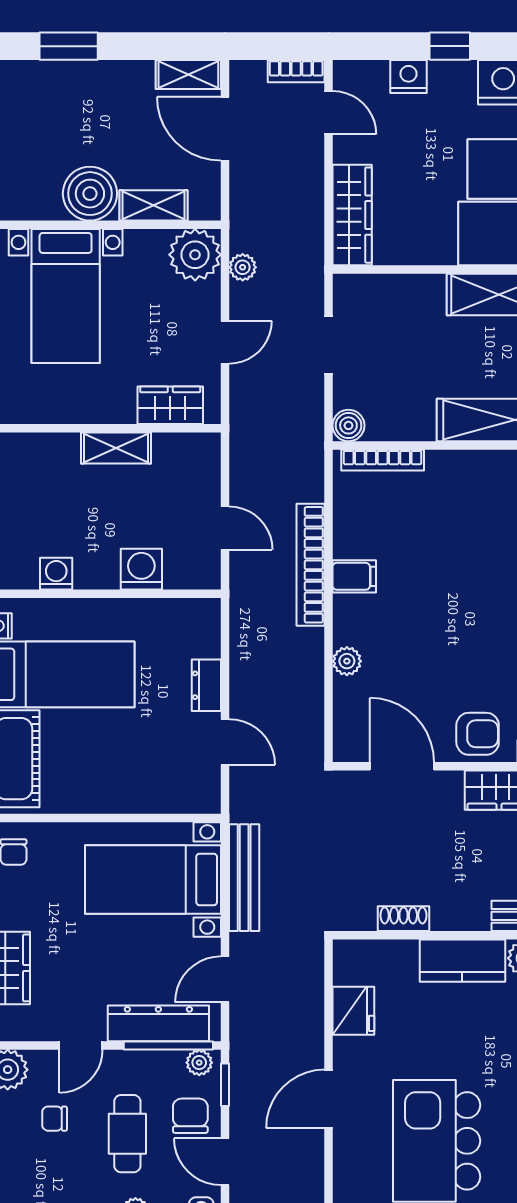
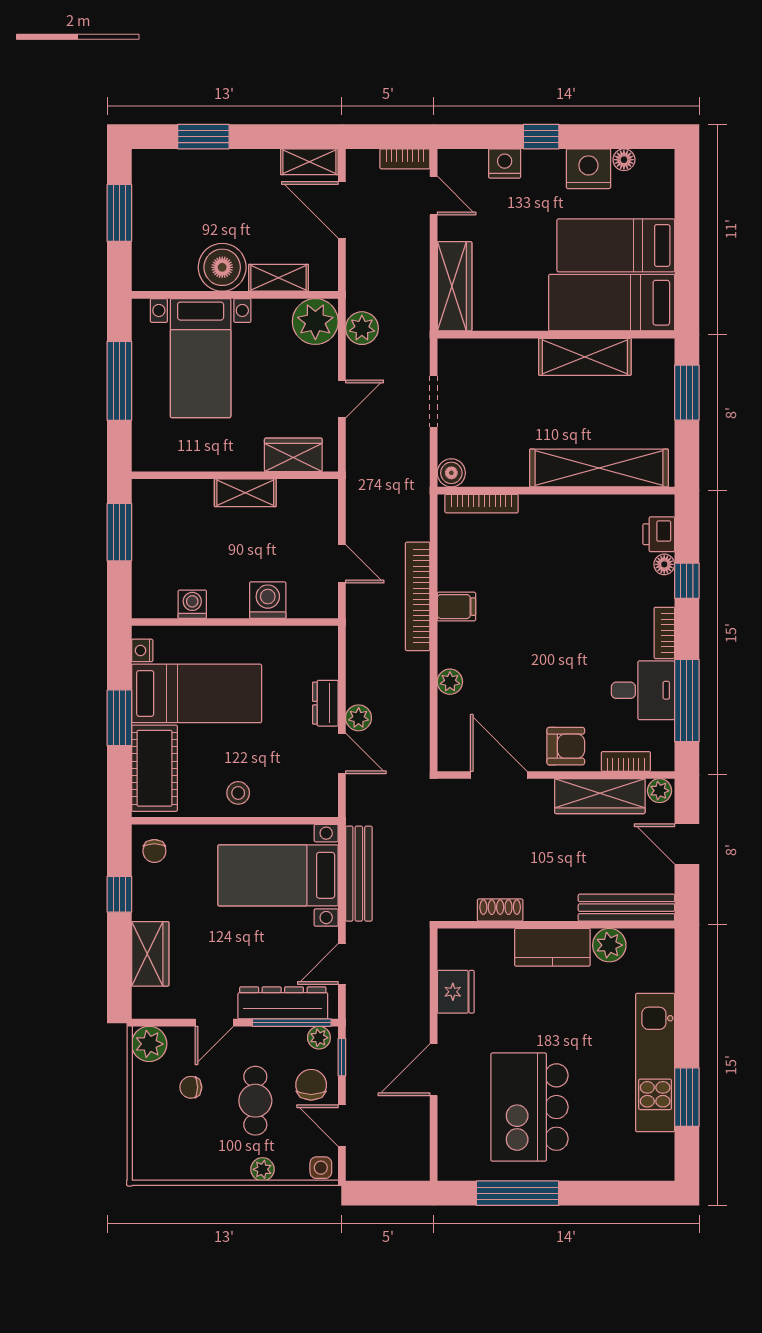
plant: (243, 267) -> (362, 328), width x1.38, depth x1.38
plant: (244, 702) -> (359, 718), added
stool: (108, 787) -> (238, 793), added

